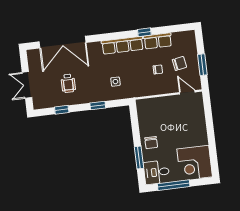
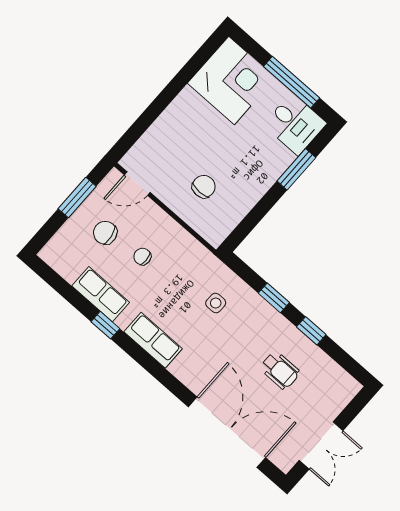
row of seats: (122, 45) -> (153, 340), width x0.68
wheelchair: (68, 83) -> (280, 370), turned 90
double door: (27, 85) -> (321, 445), moved
door: (187, 92) -> (137, 184), hinge flipped
window: (62, 110) -> (311, 331), moved
chair: (151, 143) -> (204, 187), moved

